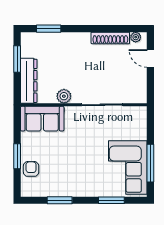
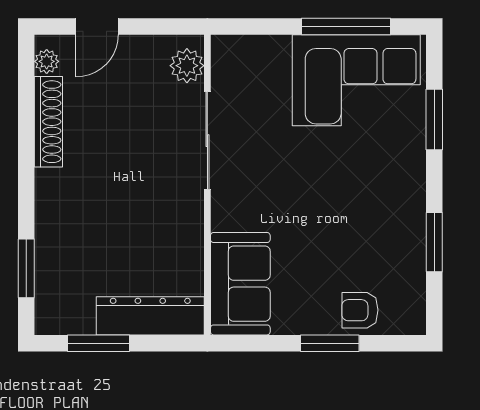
plant: (64, 96) -> (187, 66), moved

